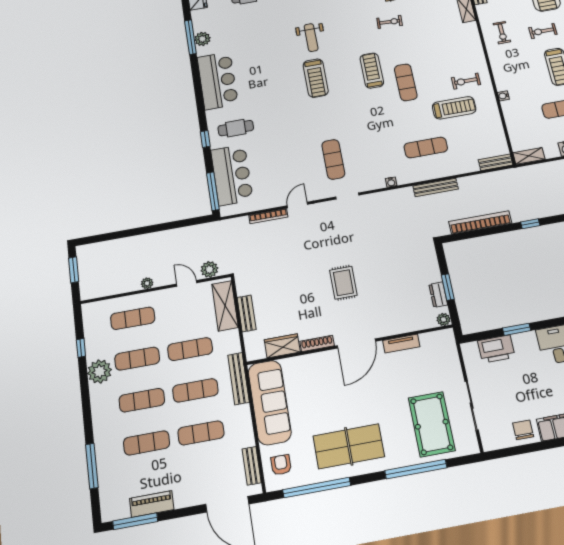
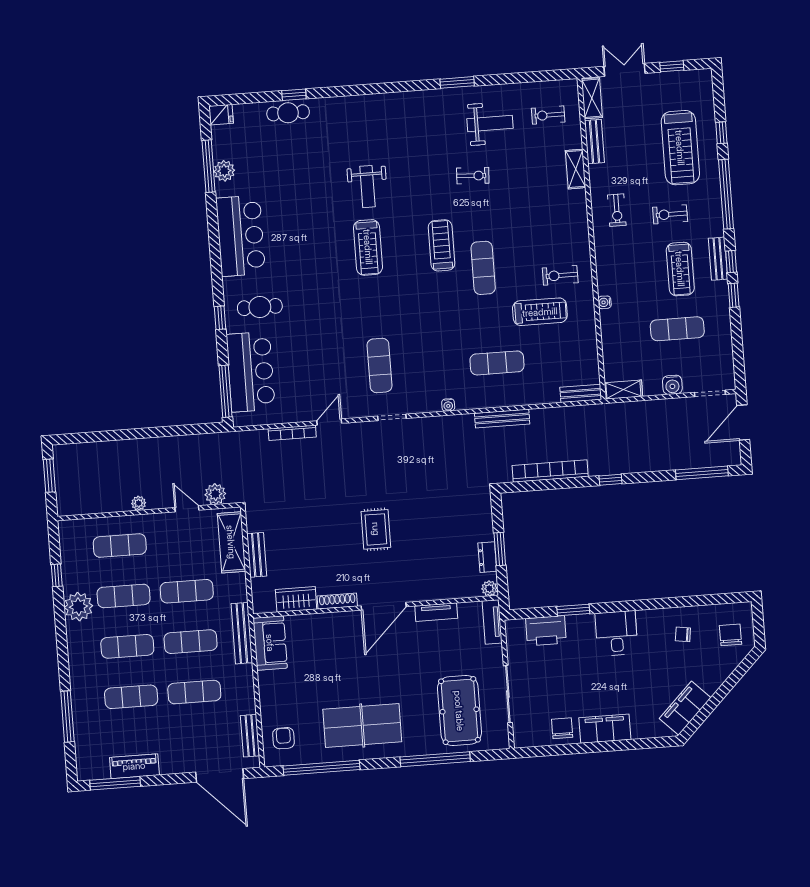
tv unit: (450, 346) -> (492, 622), added
sofa: (270, 402) -> (270, 643), width x0.54, depth x0.79

